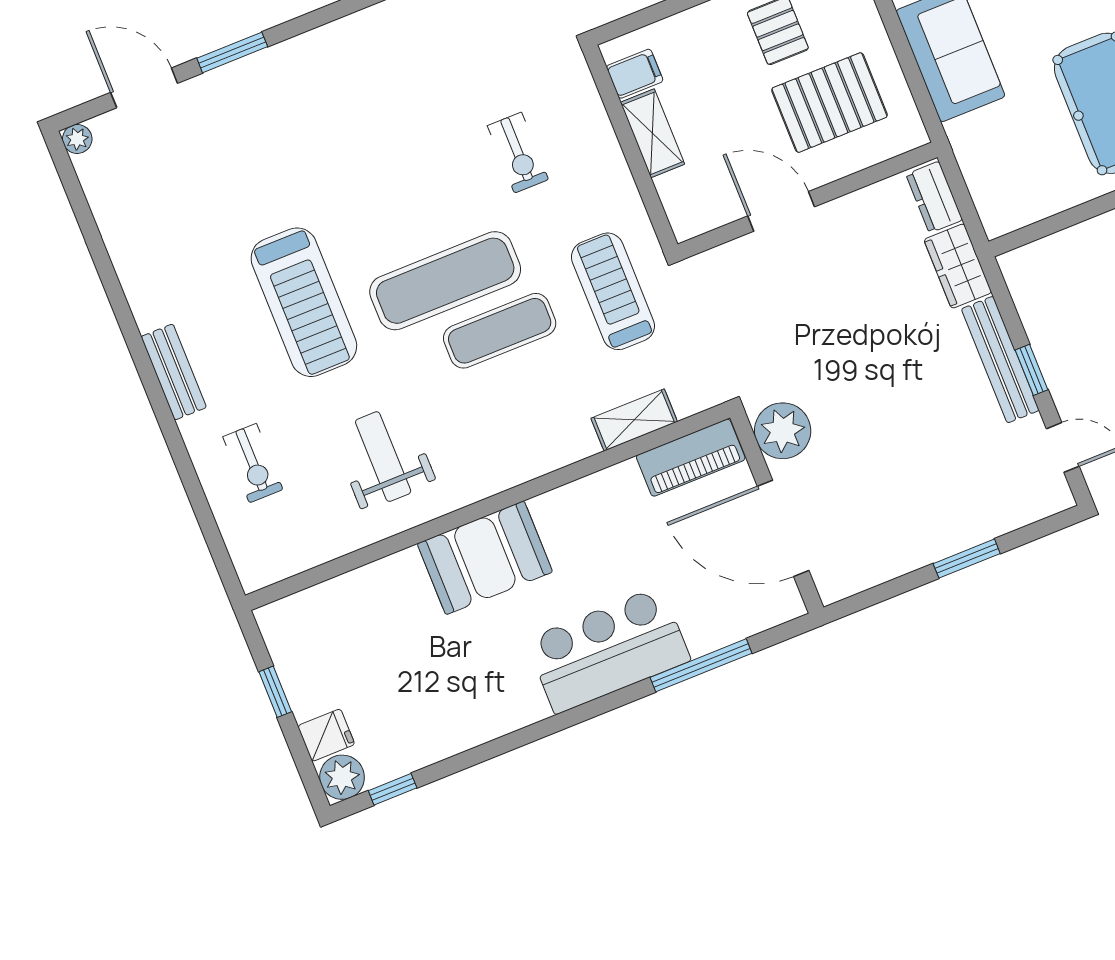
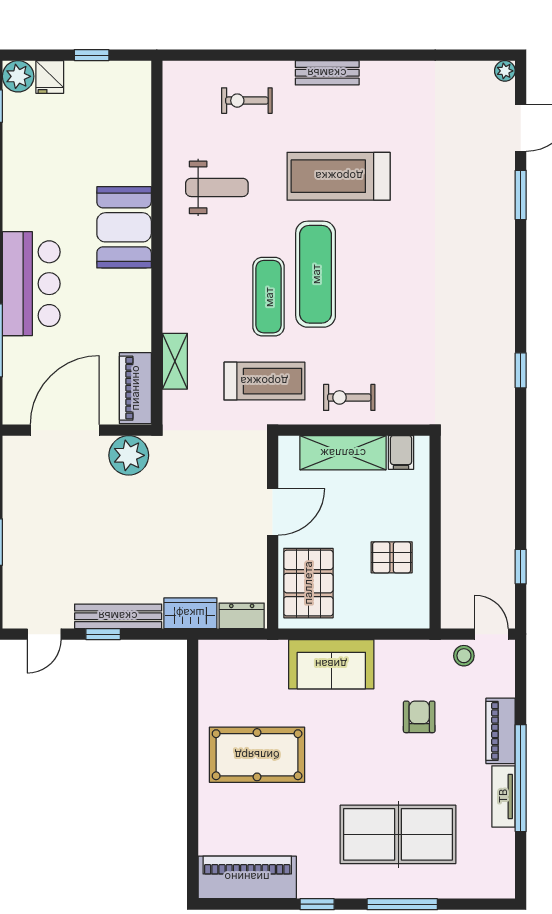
pallet: (829, 103) -> (308, 583), moved
shelving: (653, 133) -> (343, 453), width x1.50, depth x1.33
exercise bike: (518, 153) -> (349, 397), moved

